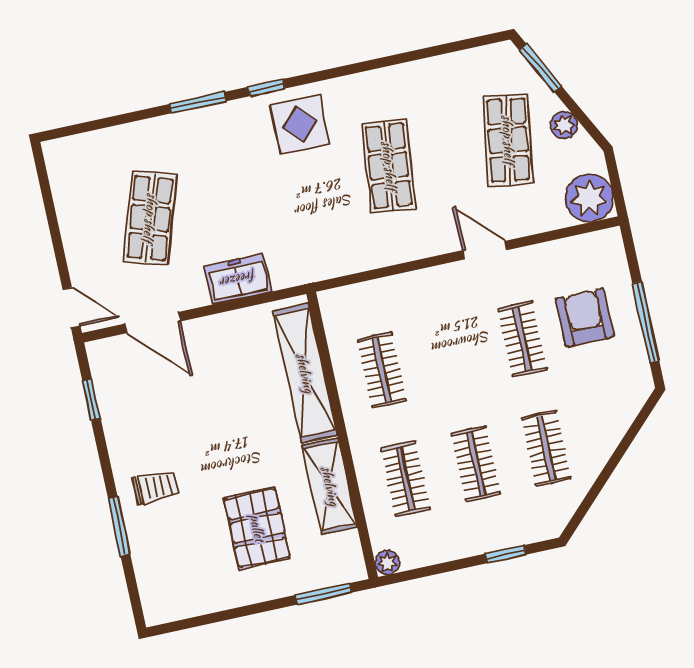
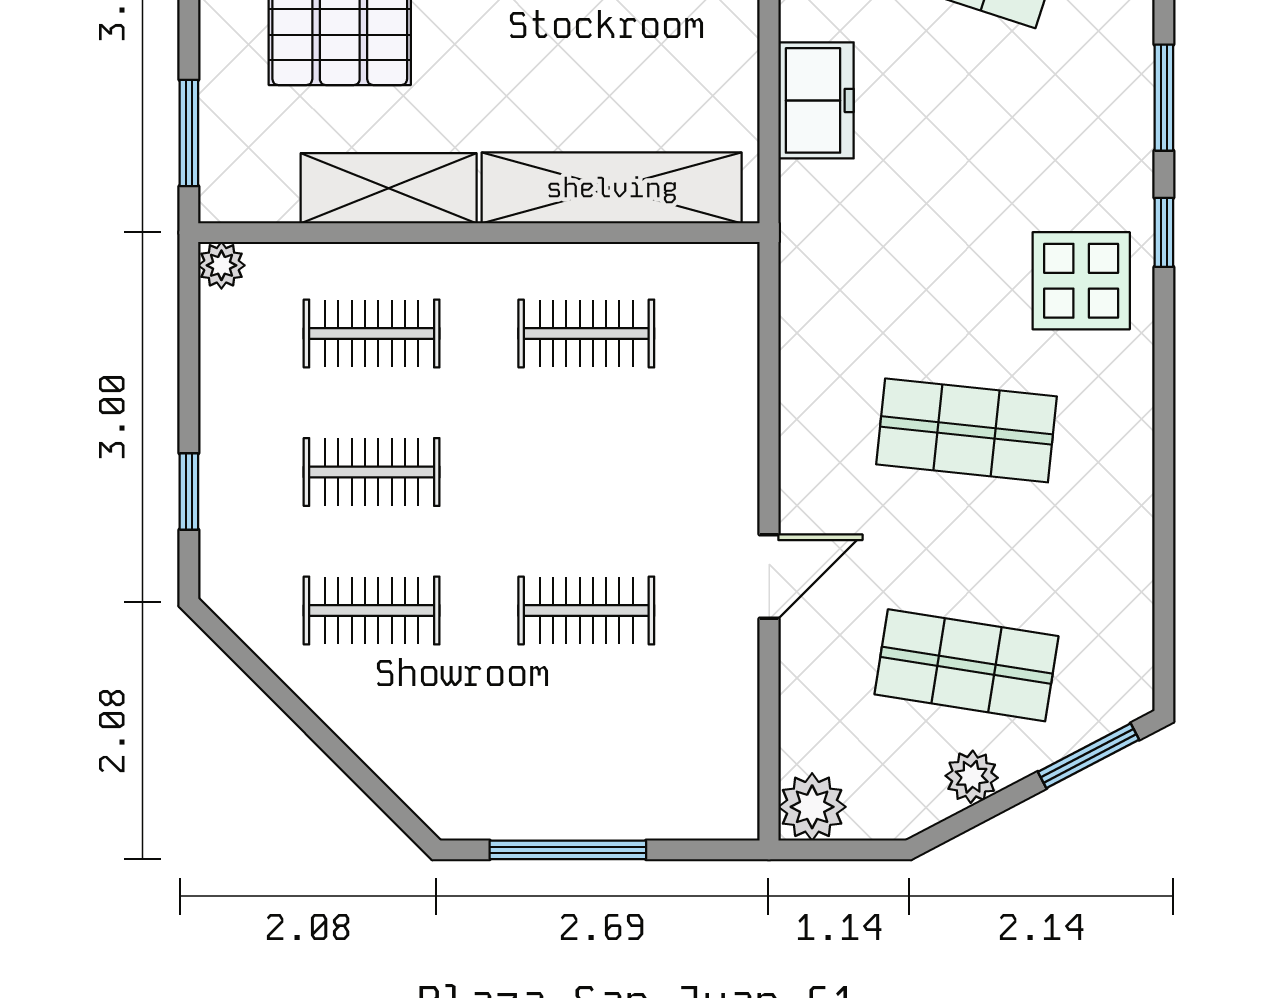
plant: (589, 198) -> (812, 807), width x0.73, depth x0.73
armchair: (585, 318) -> (601, 737), removed

